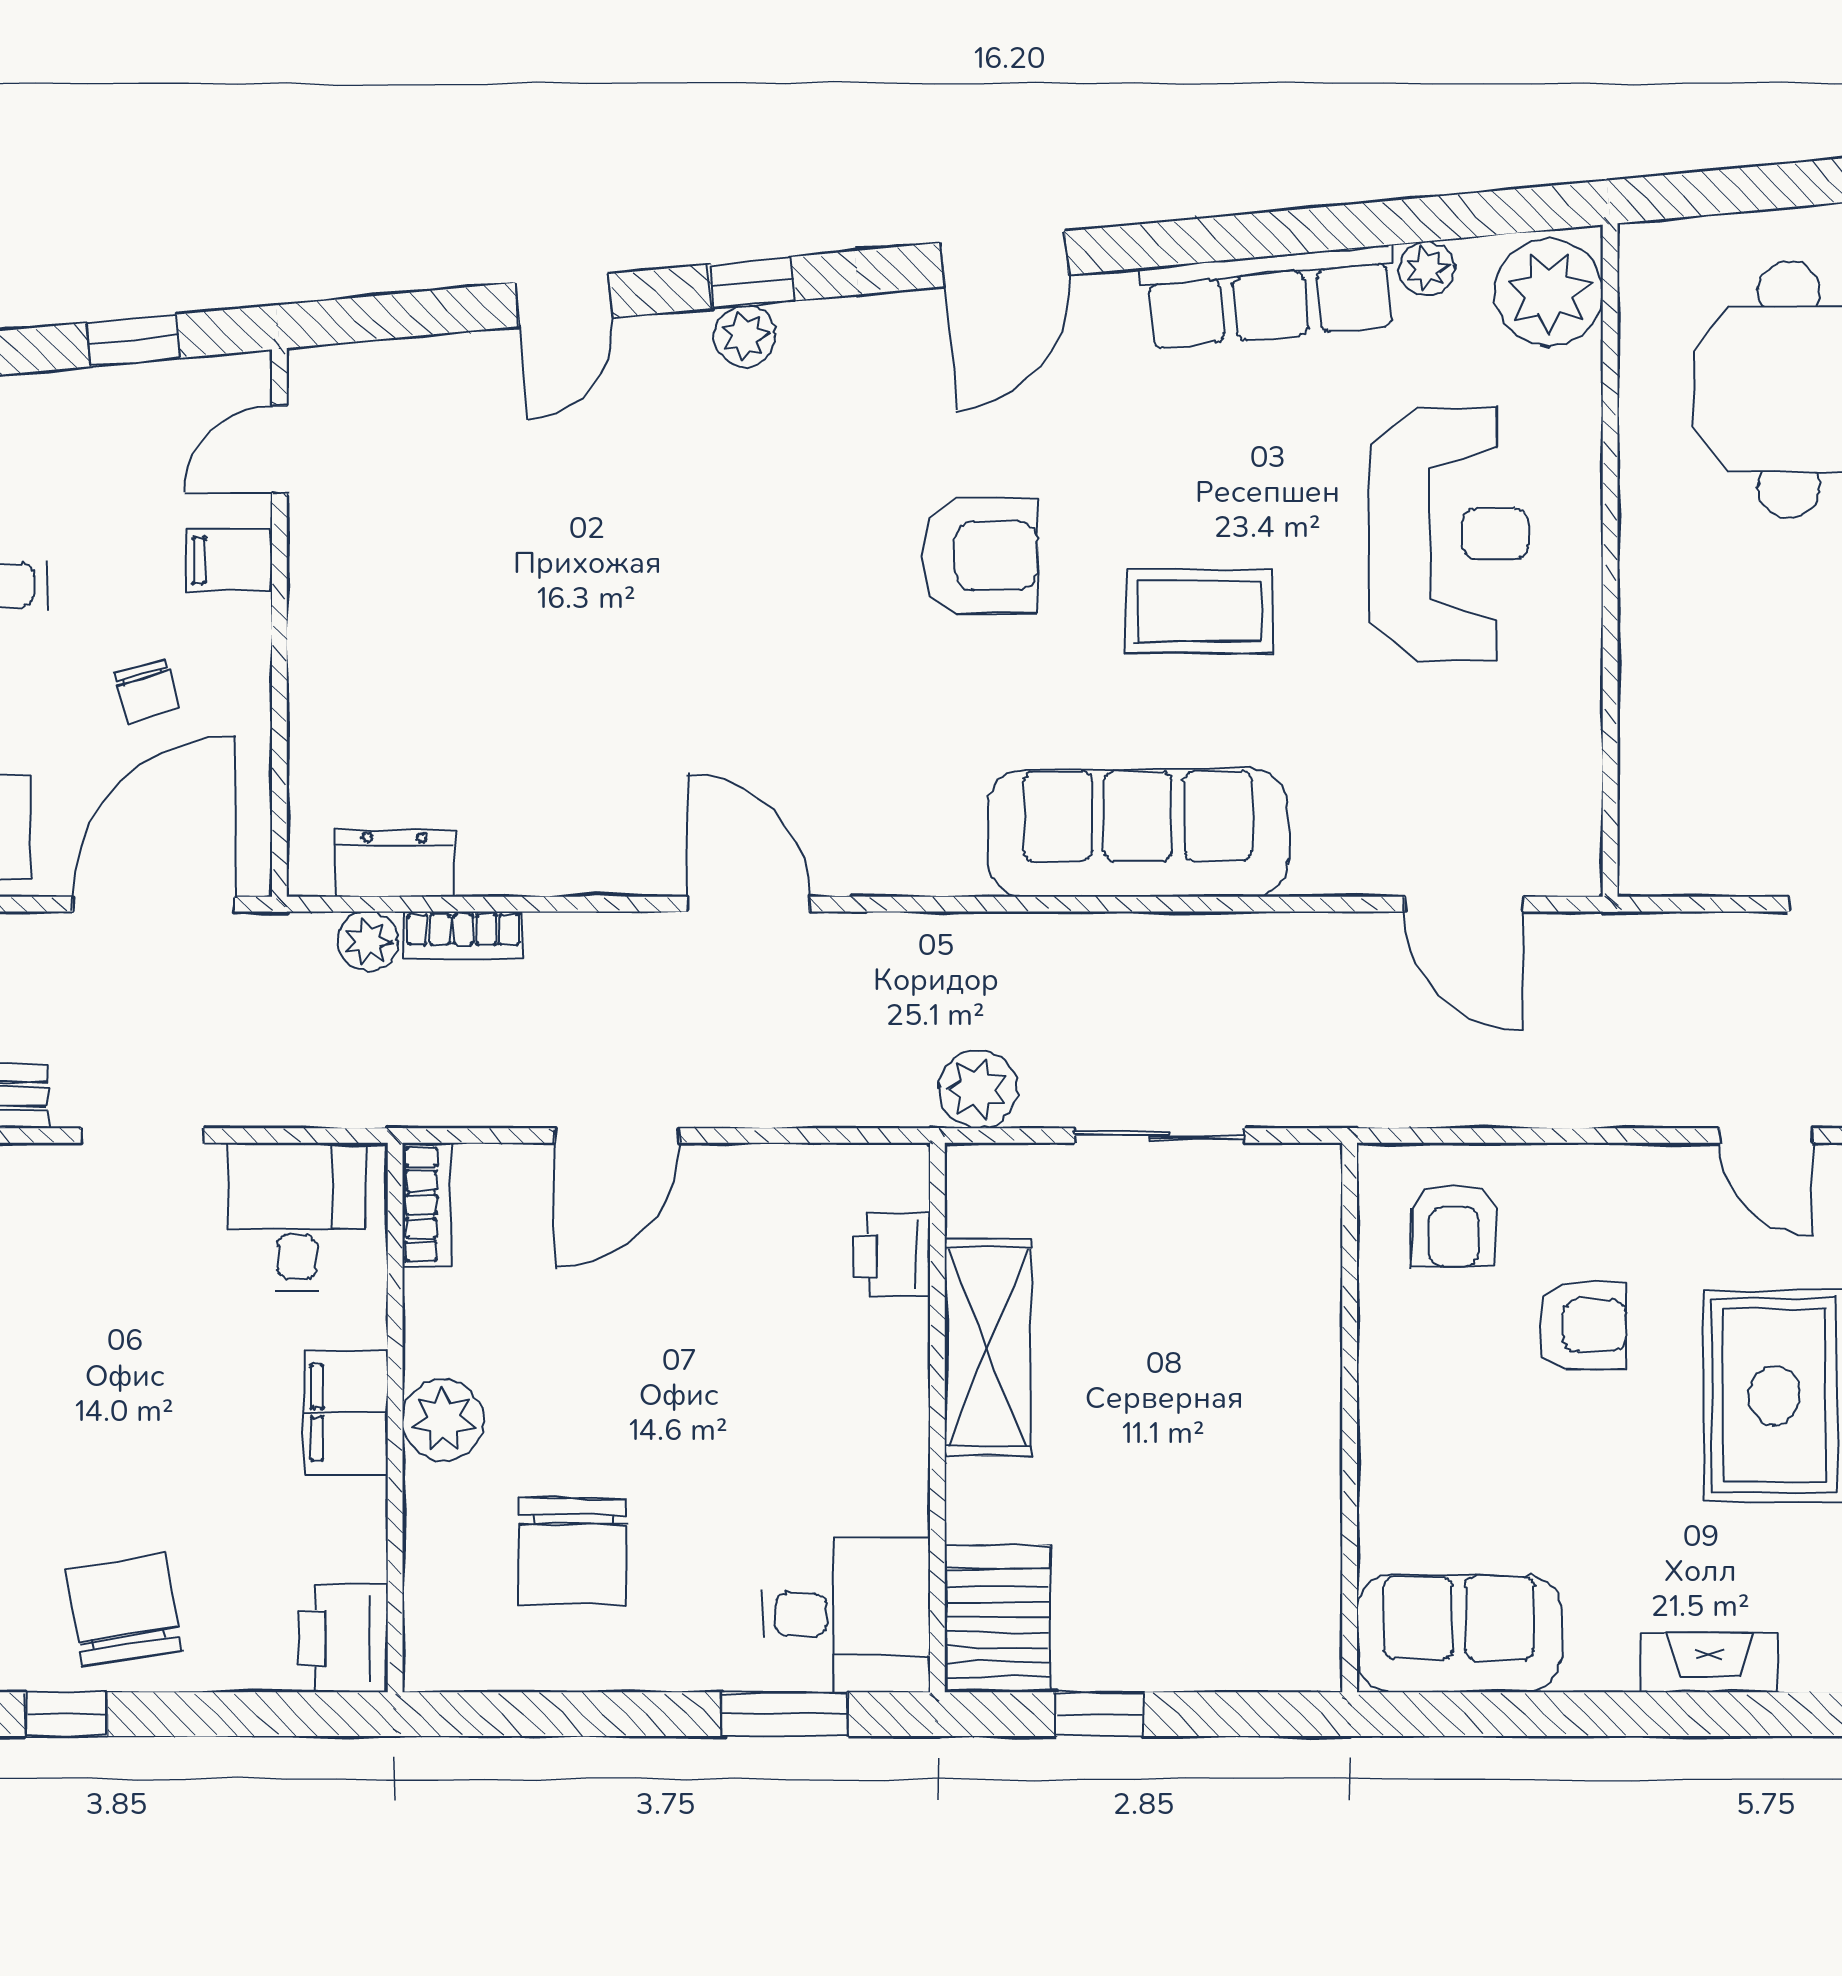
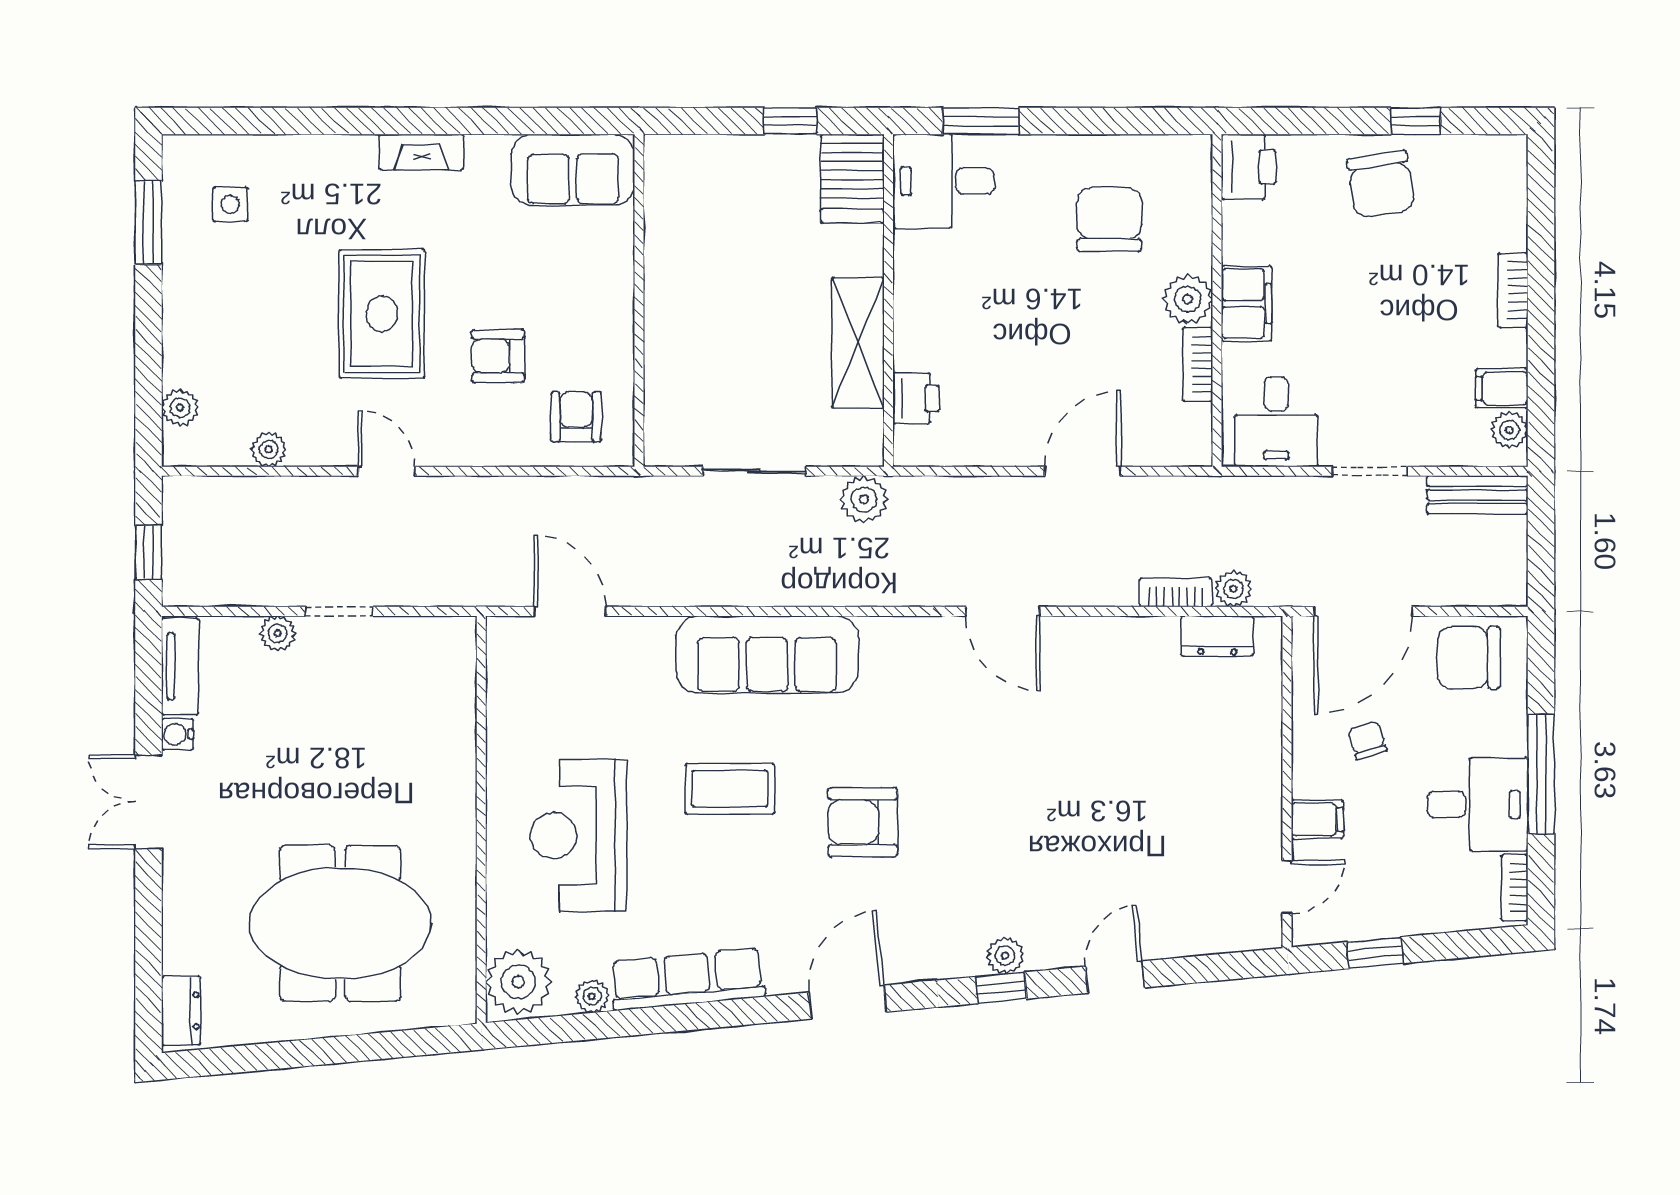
bookcase: (427, 1204) -> (1198, 365), moved

